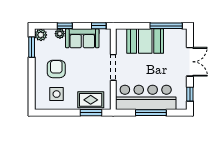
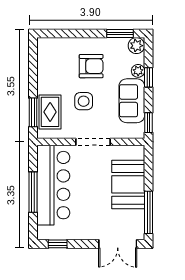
double door: (190, 62) -> (118, 244), moved
side table: (57, 94) -> (84, 101), moved

